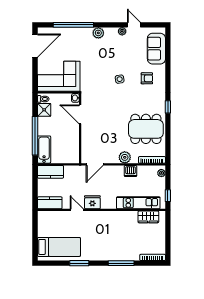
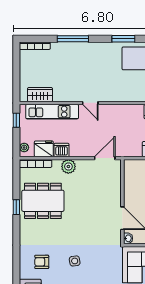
window: (168, 107) -> (16, 207), moved
fridge: (92, 202) -> (44, 149), moved, turned 180
door: (77, 210) -> (90, 103), moved

